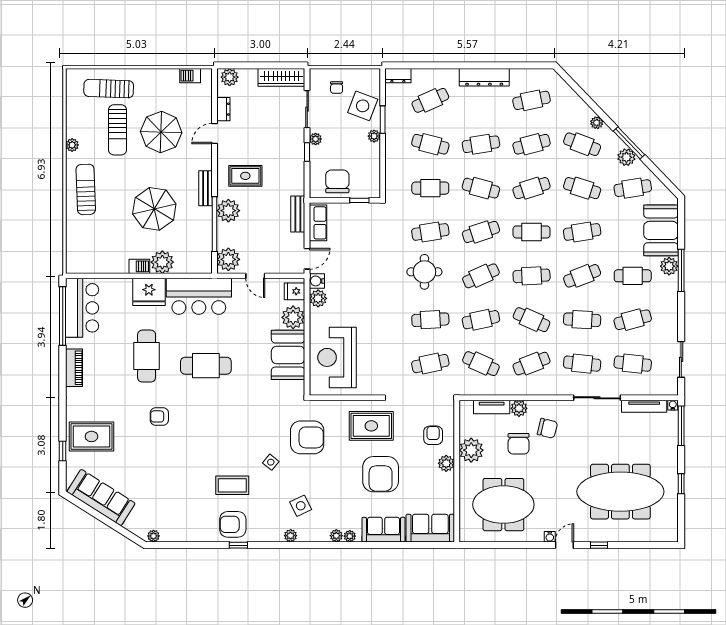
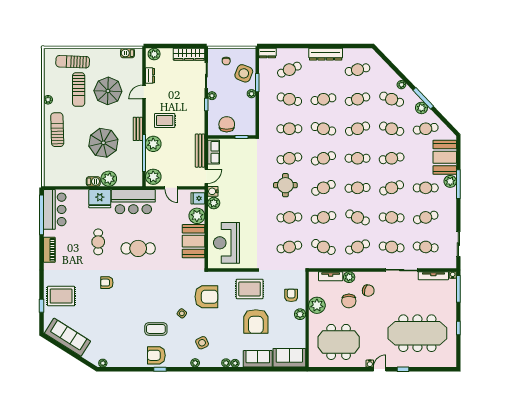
bench: (298, 214) -> (200, 151), width x1.36
cafe table: (147, 356) -> (98, 242), width x0.73, depth x0.74

